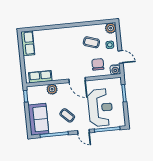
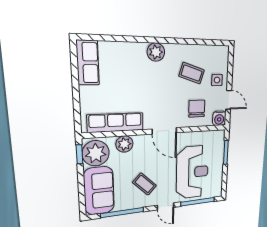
plant: (111, 28) -> (156, 52), moved
row of seats: (40, 77) -> (116, 122), width x1.48
plant: (35, 95) -> (96, 153), added

